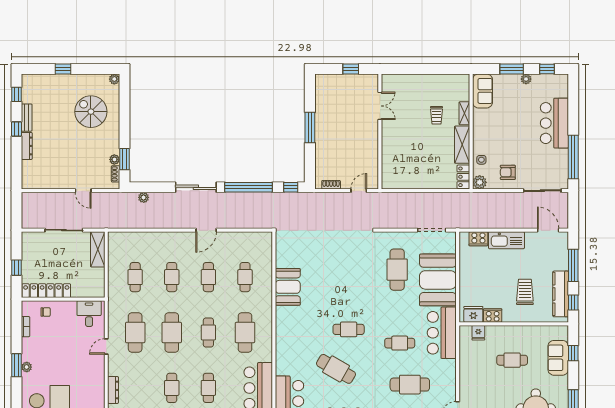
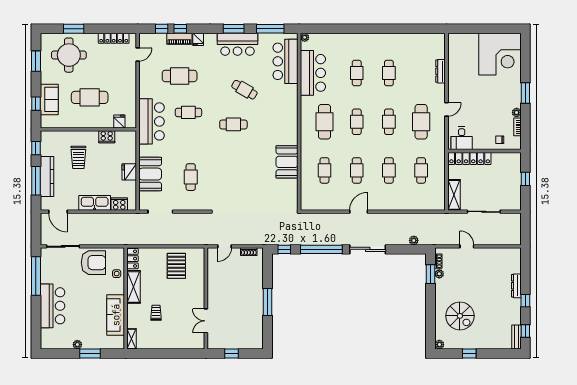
window: (63, 69) -> (469, 353), moved
window: (547, 69) -> (59, 353), removed
sofa: (482, 91) -> (116, 315), moved, width x1.36
shelving: (464, 113) -> (132, 339), moved
bench: (27, 118) -> (516, 337), moved
pallet: (413, 168) -> (176, 266), added
armchair: (508, 172) -> (93, 263), width x1.88, depth x1.88
plant: (480, 182) -> (118, 254), removed
cafe table: (397, 270) -> (191, 177), width x0.73, depth x0.74
booth: (438, 280) -> (150, 174), width x0.73, depth x0.70
locker: (46, 291) -> (470, 158), moved
kitchen counter: (561, 294) -> (47, 177), moved
fridge: (473, 314) -> (129, 172), moved, turned 90
cafe table: (172, 332) -> (389, 122), width x0.73, depth x0.74
cafe table: (512, 360) -> (90, 97), width x1.37, depth x1.35
plant: (27, 367) -> (517, 112), moved
cafe table: (336, 369) -> (244, 90), width x0.73, depth x0.74

